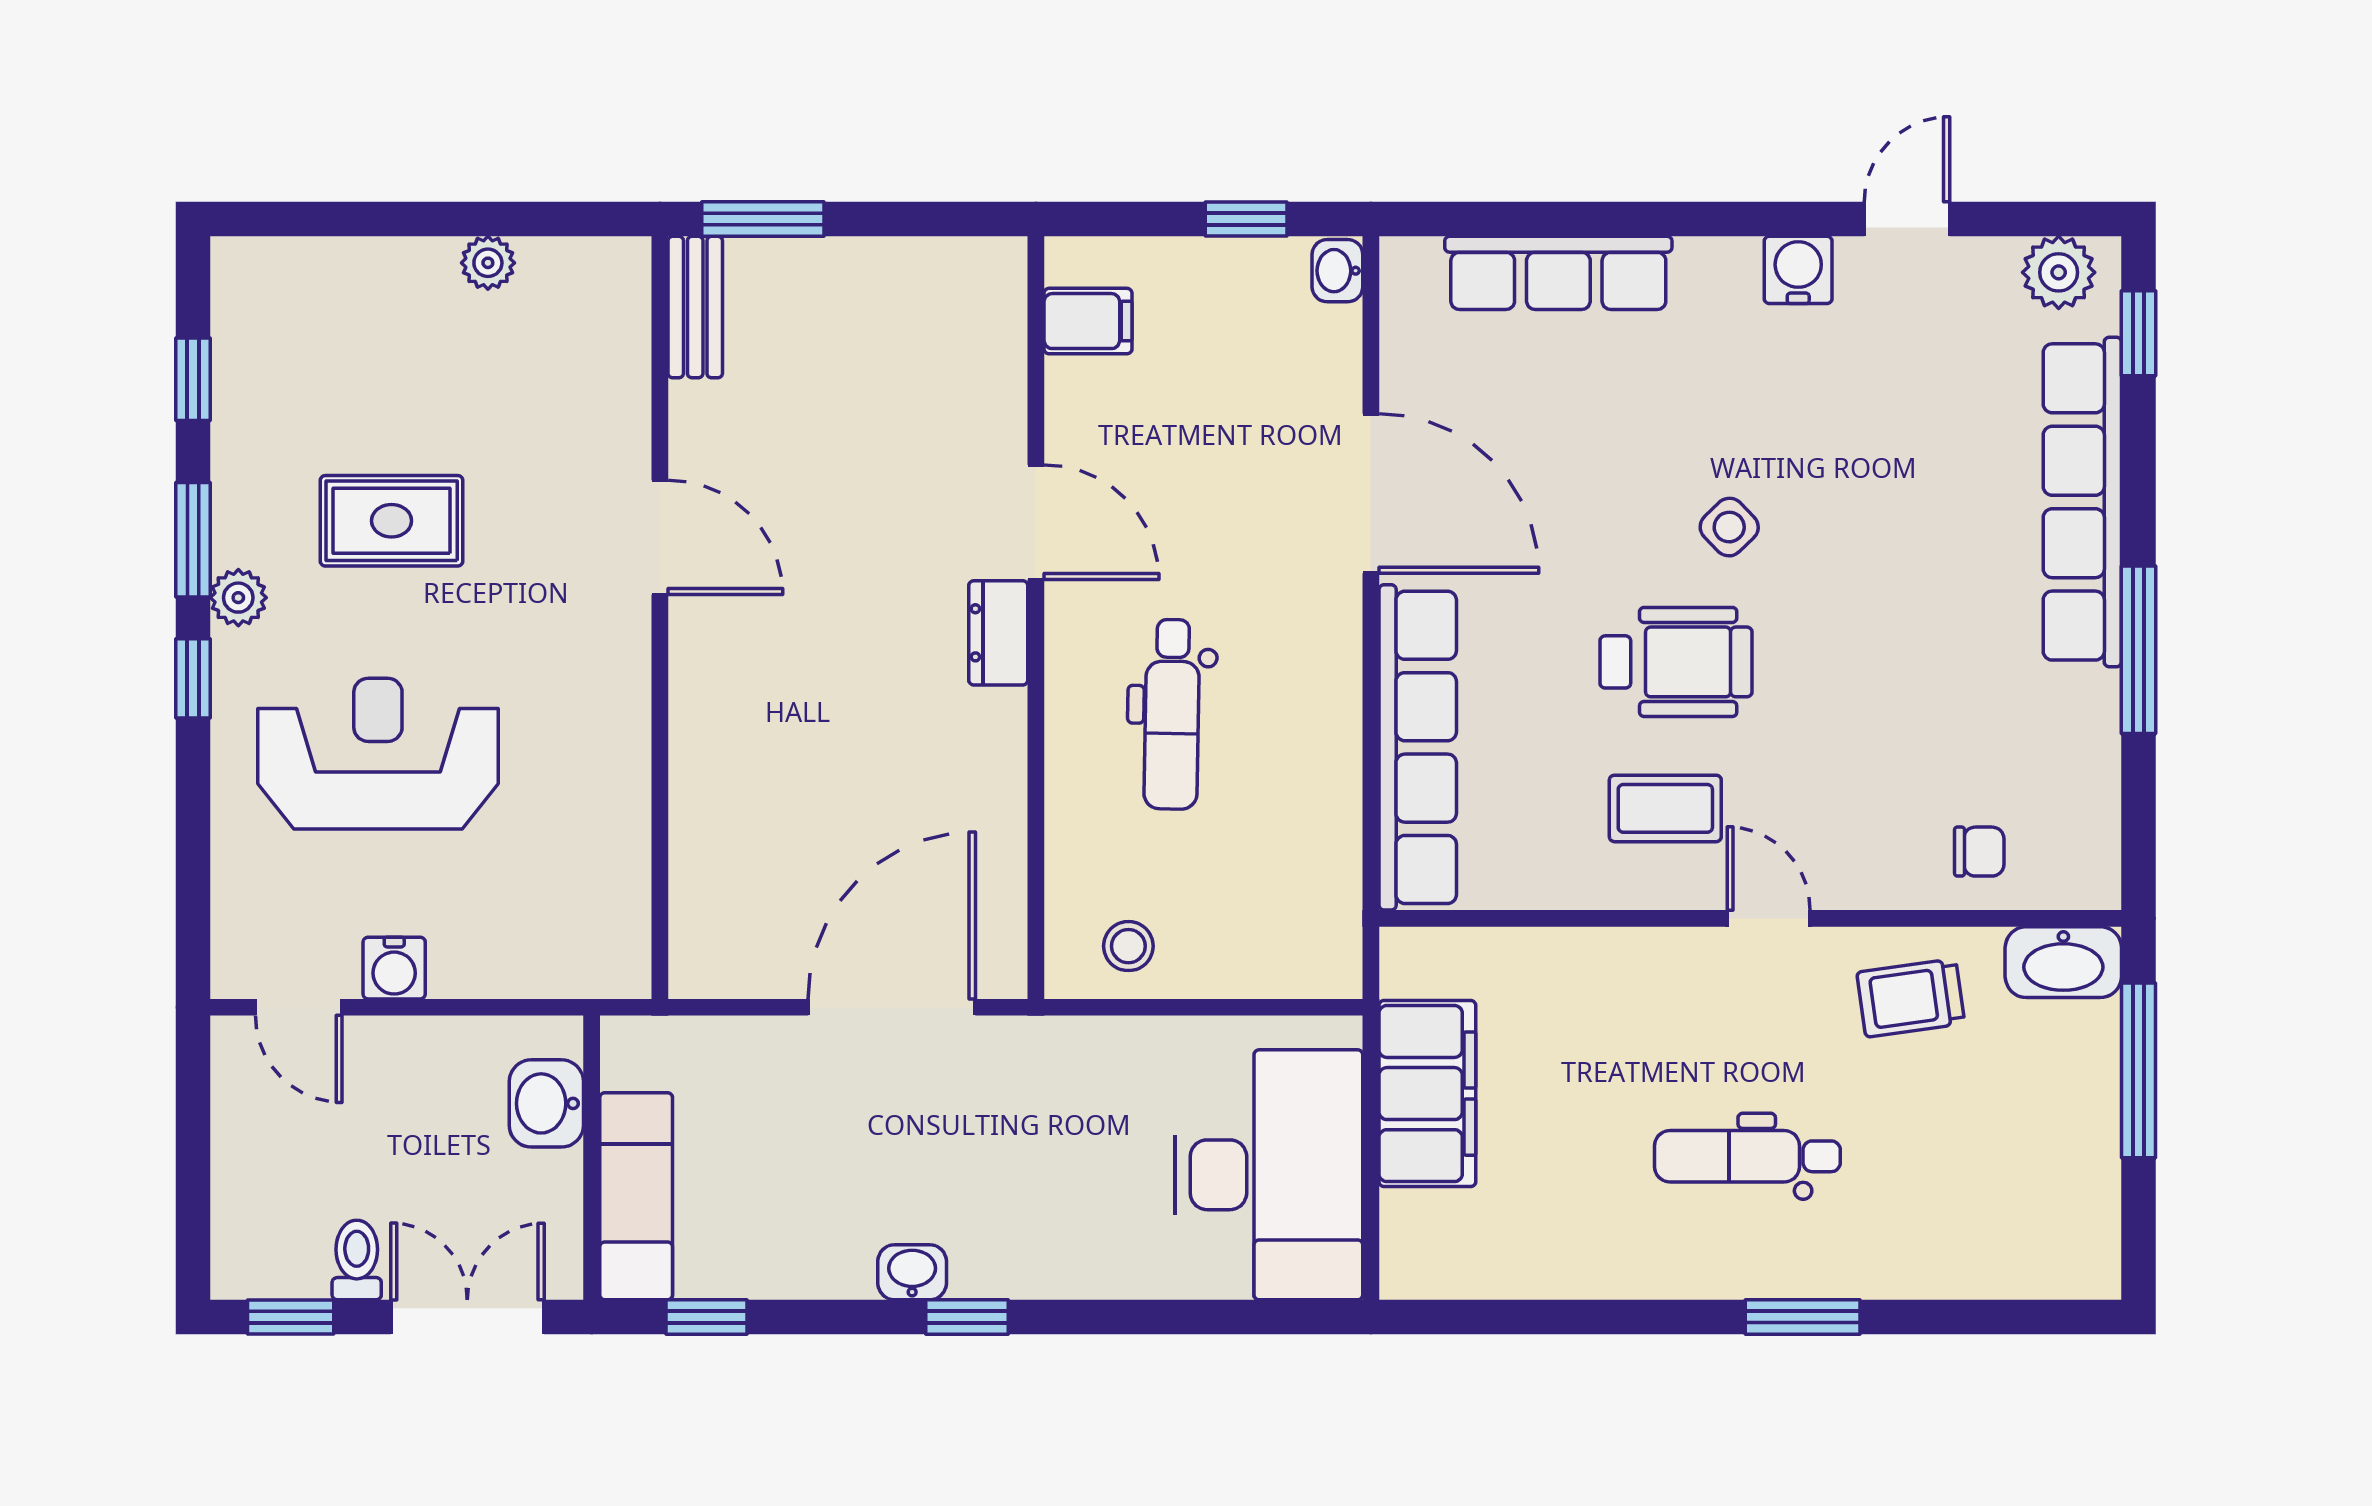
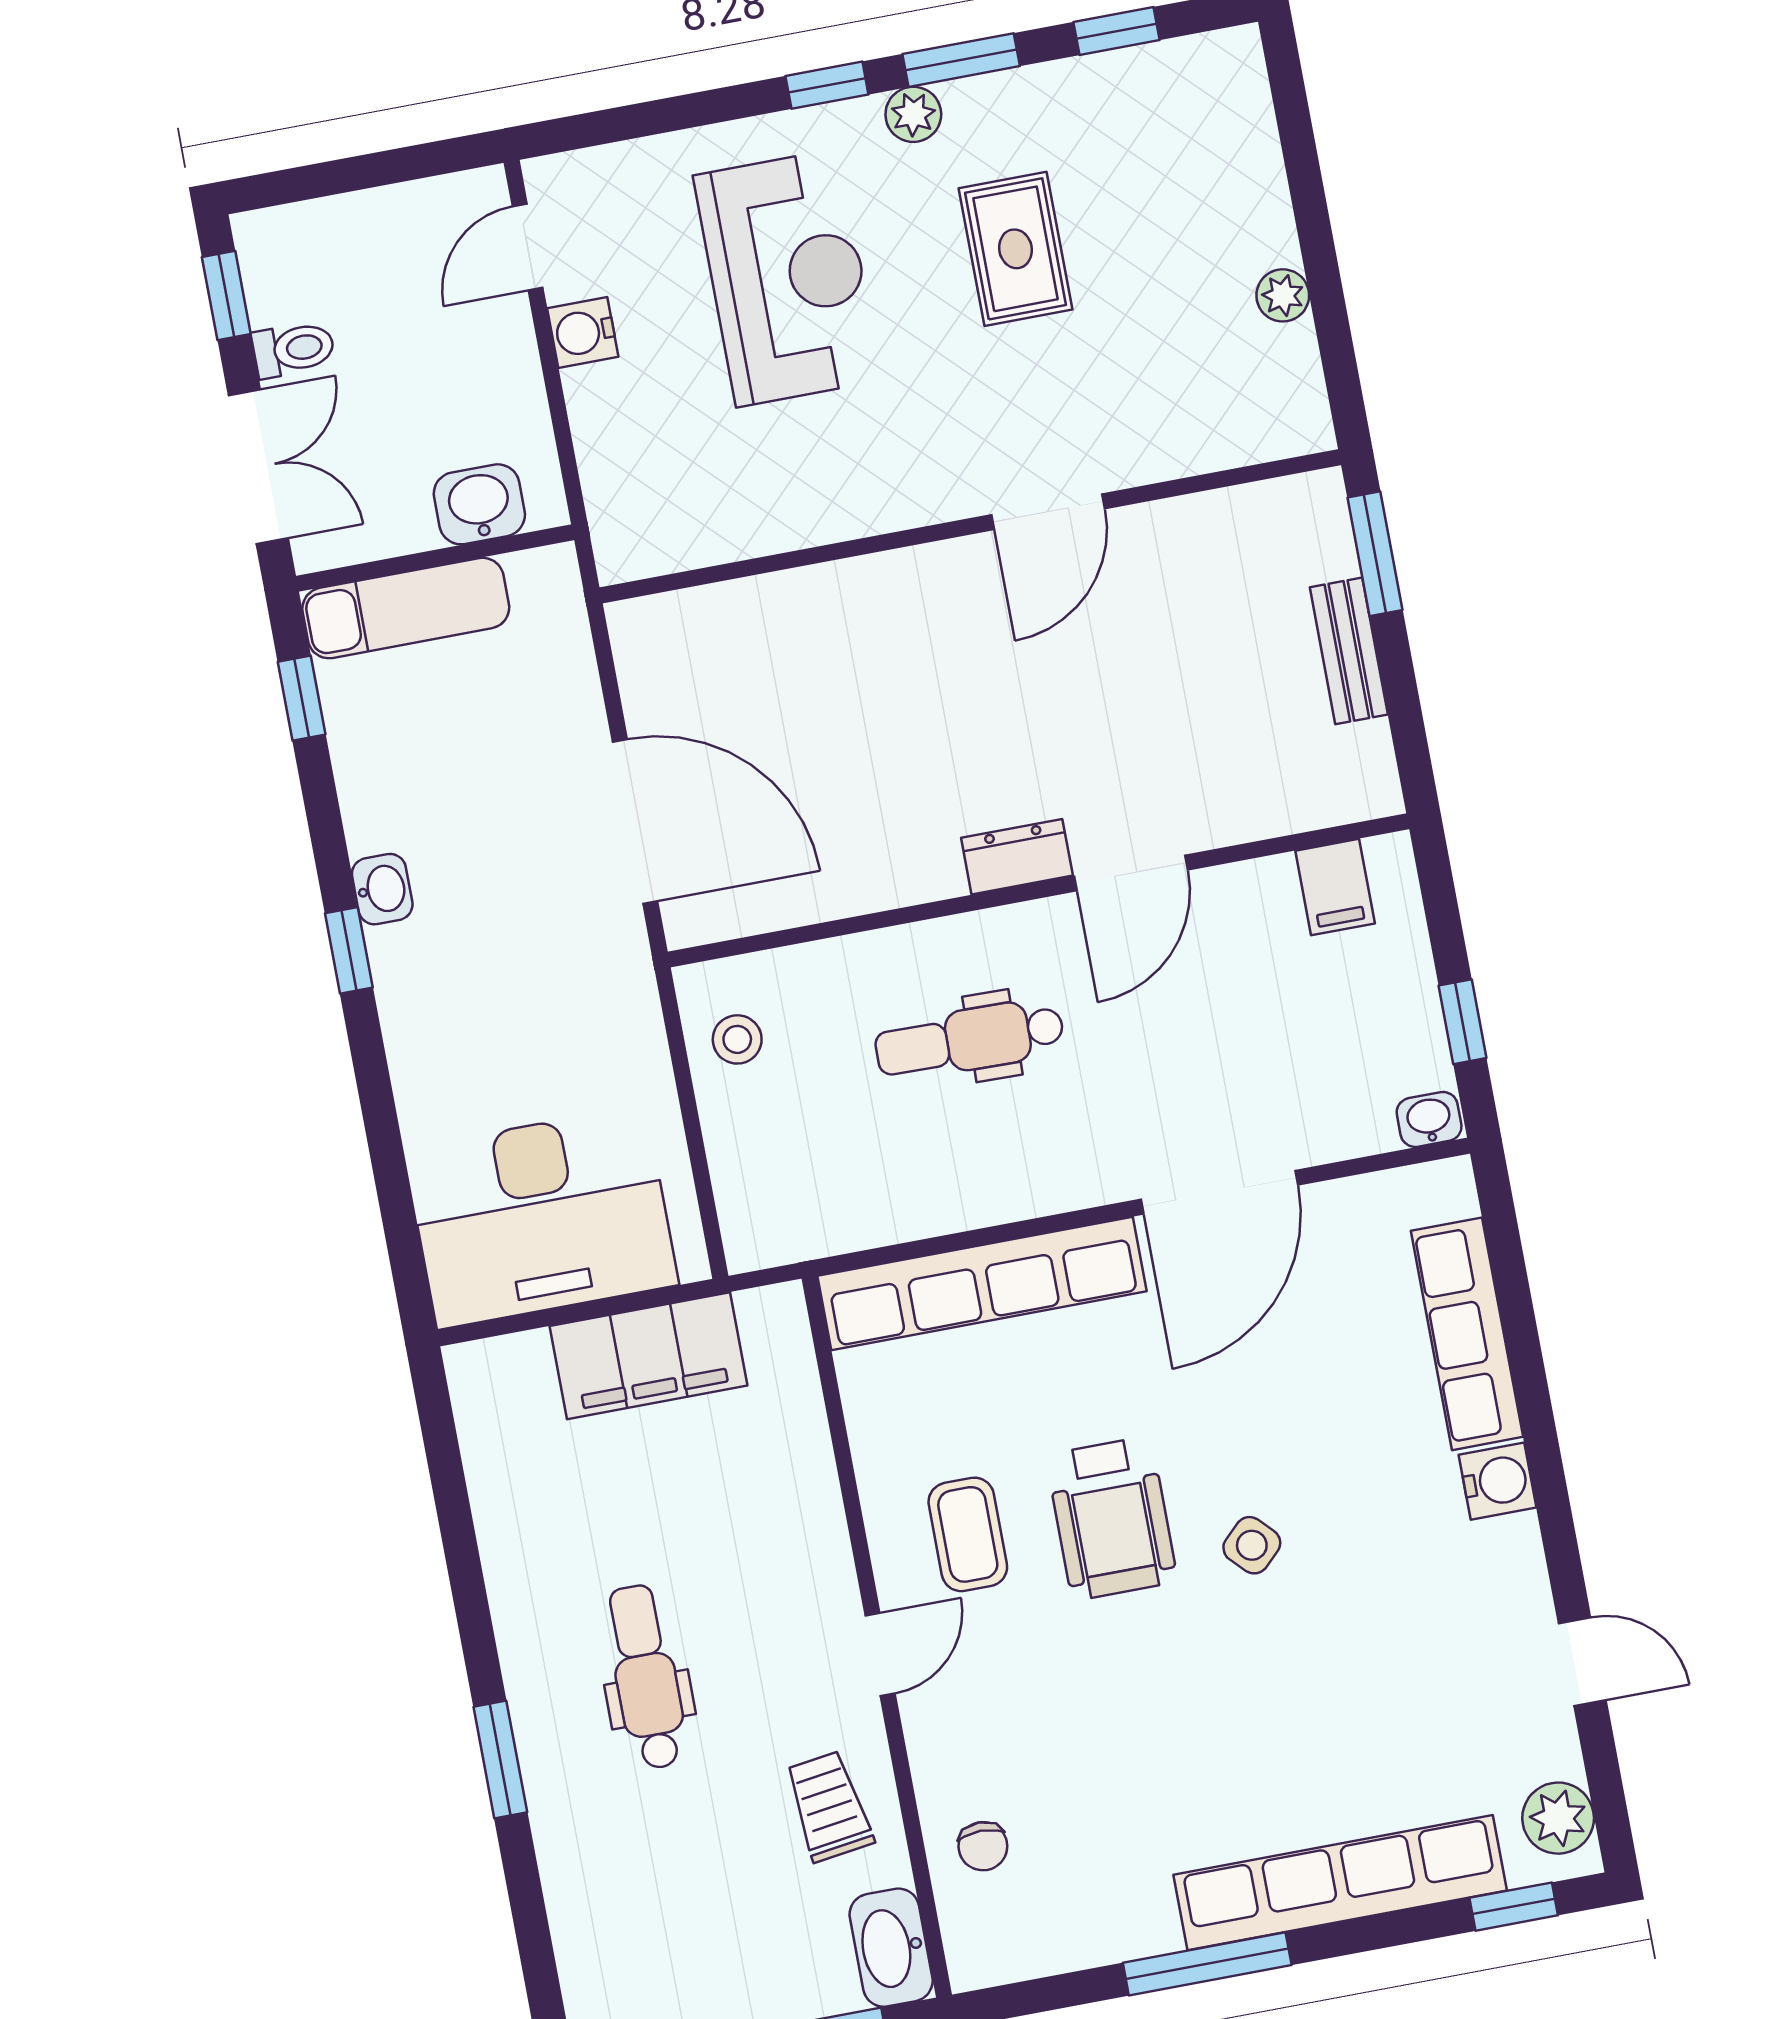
water cooler: (1798, 270) -> (1497, 1481), moved
bench: (695, 307) -> (1349, 651), moved, turned 90

